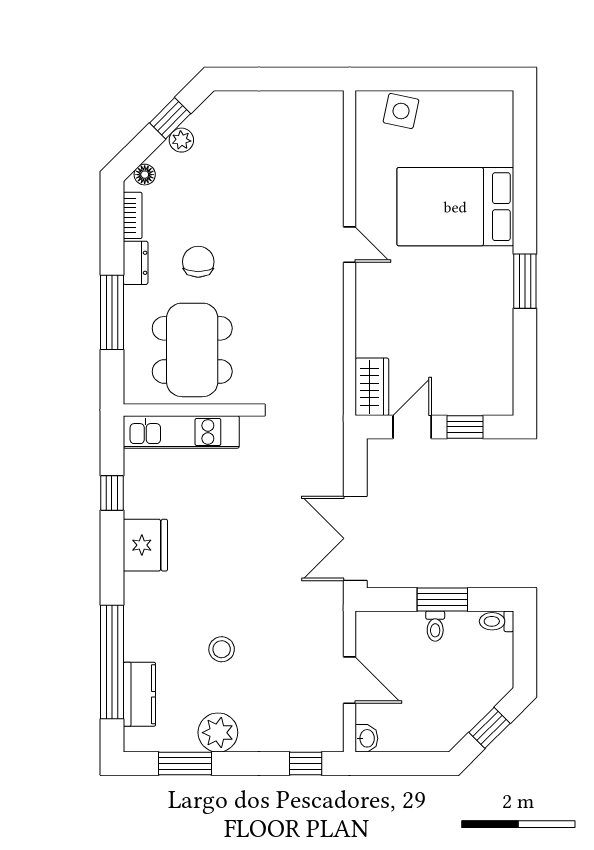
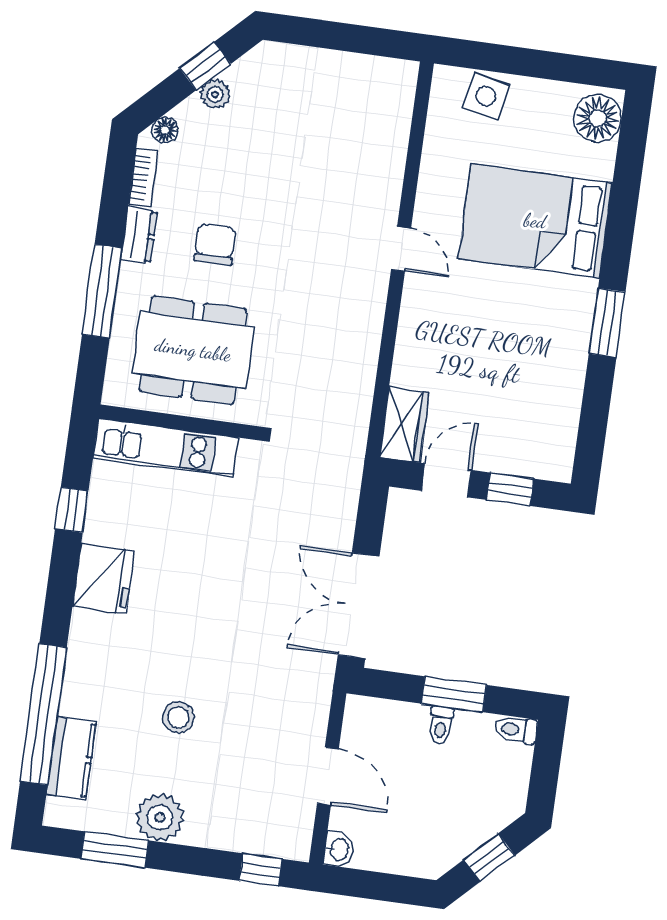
floor lamp: (494, 116) -> (598, 118), added
dining table: (192, 350) -> (193, 350), turned 90

